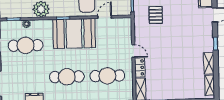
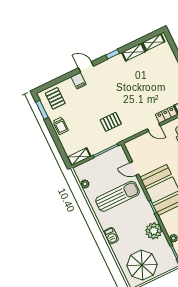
door: (133, 51) -> (154, 127), swing flipped

